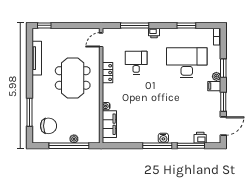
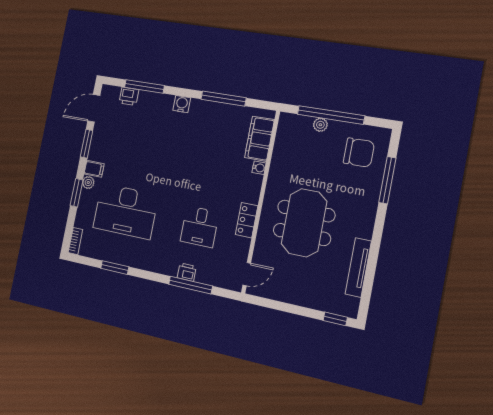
printer: (154, 33) -> (187, 272), moved
chair: (48, 126) -> (359, 153), turned 180
window: (157, 146) -> (223, 99), moved

